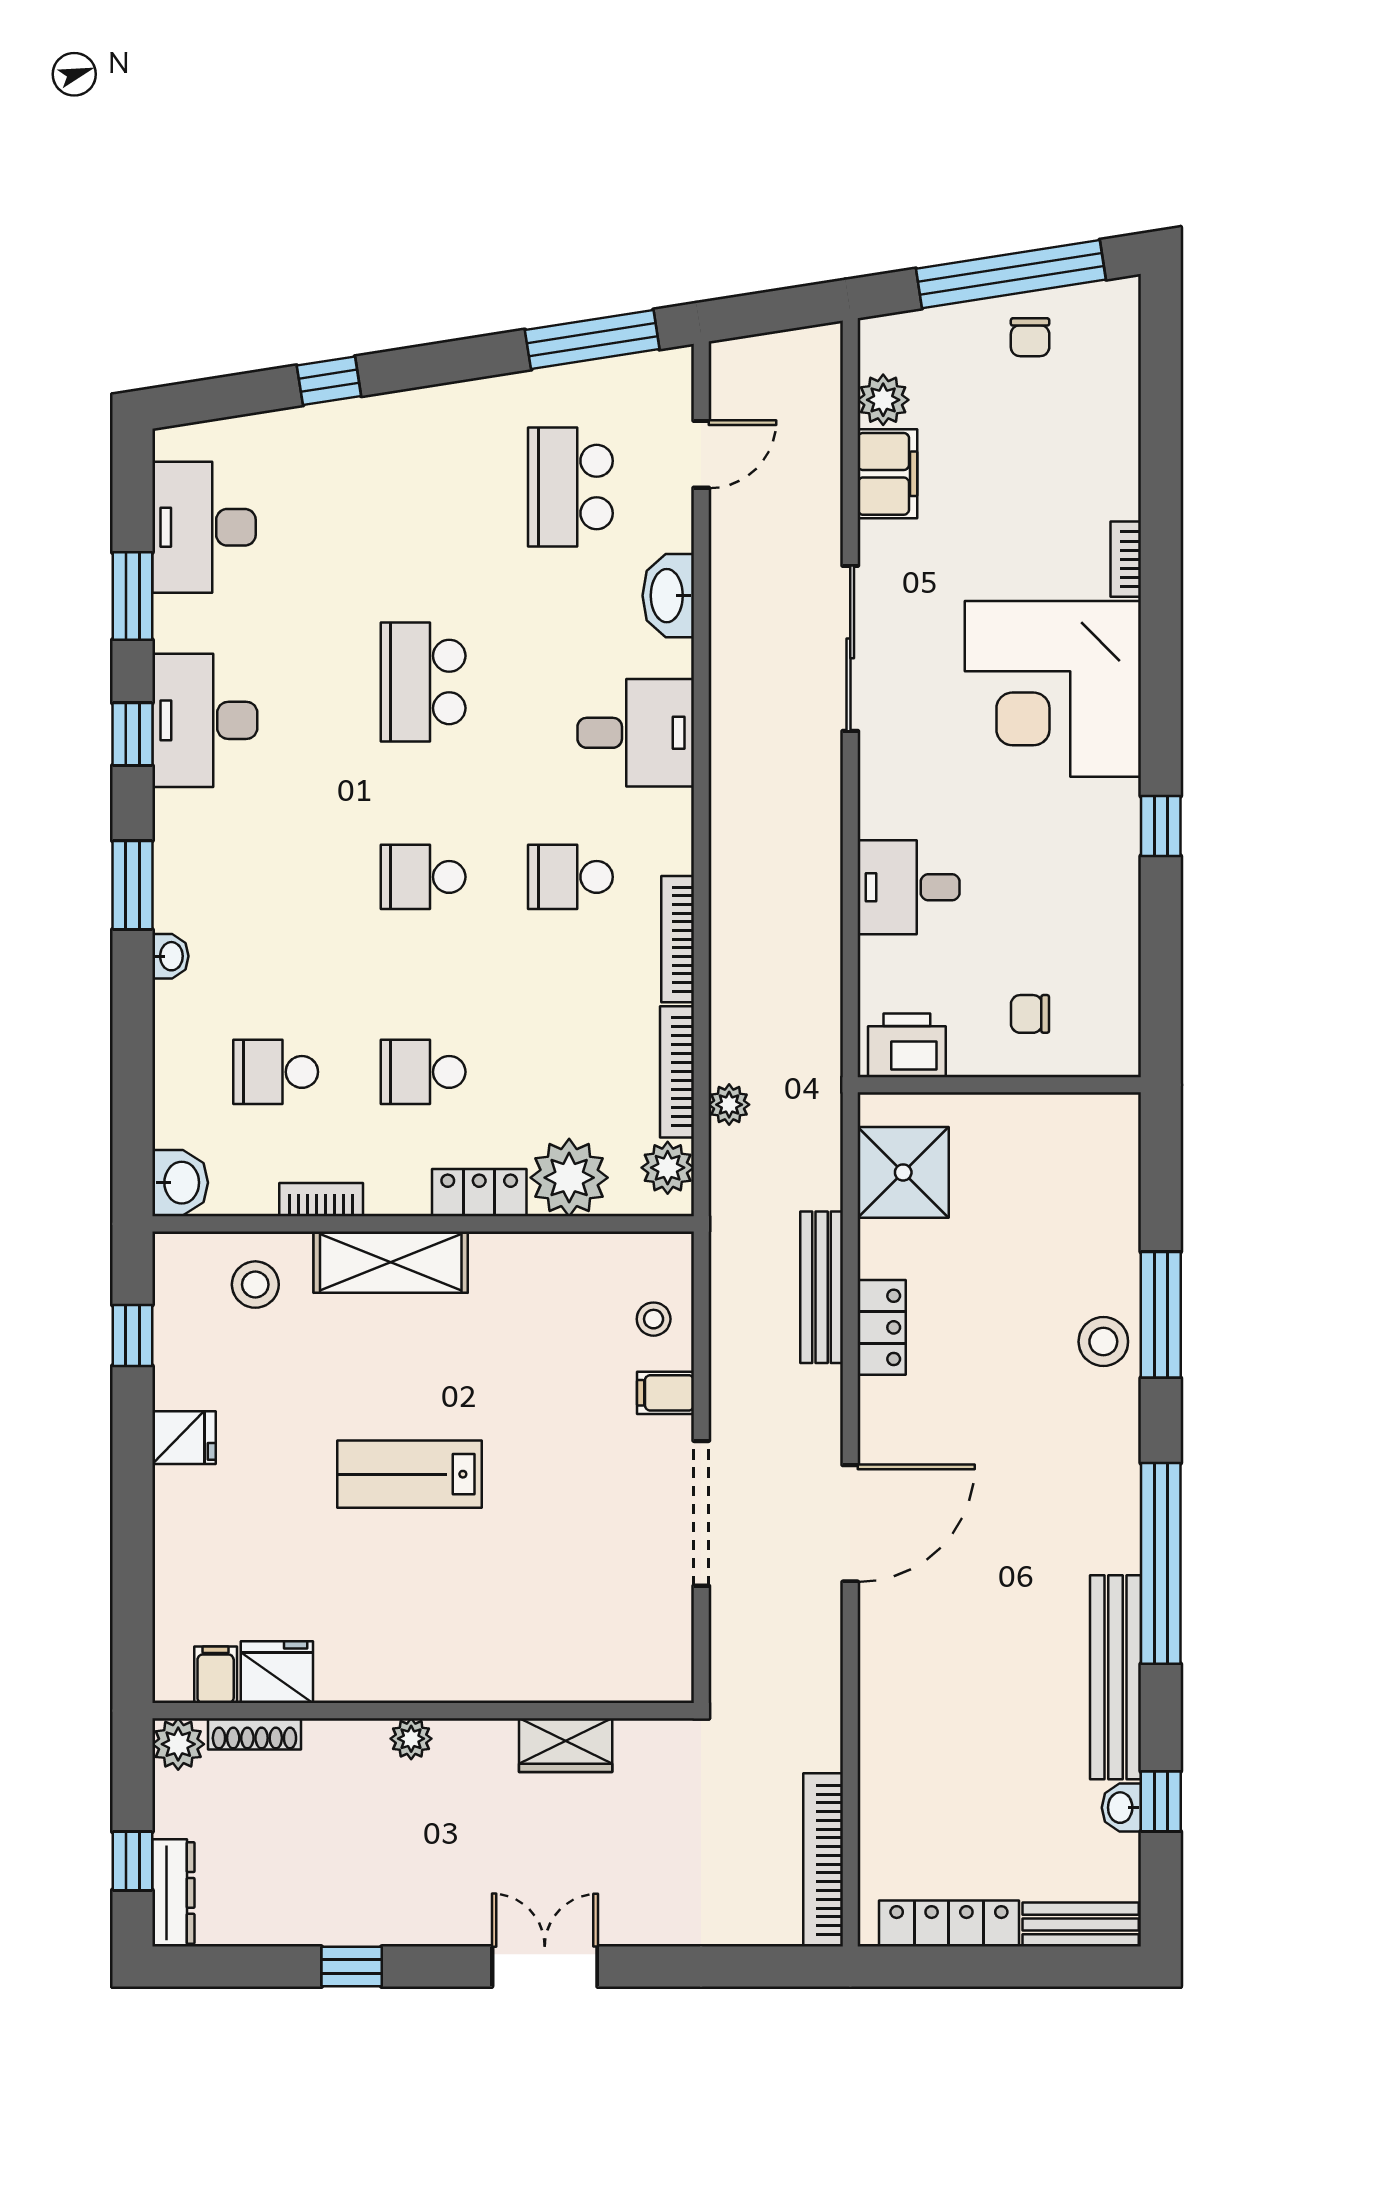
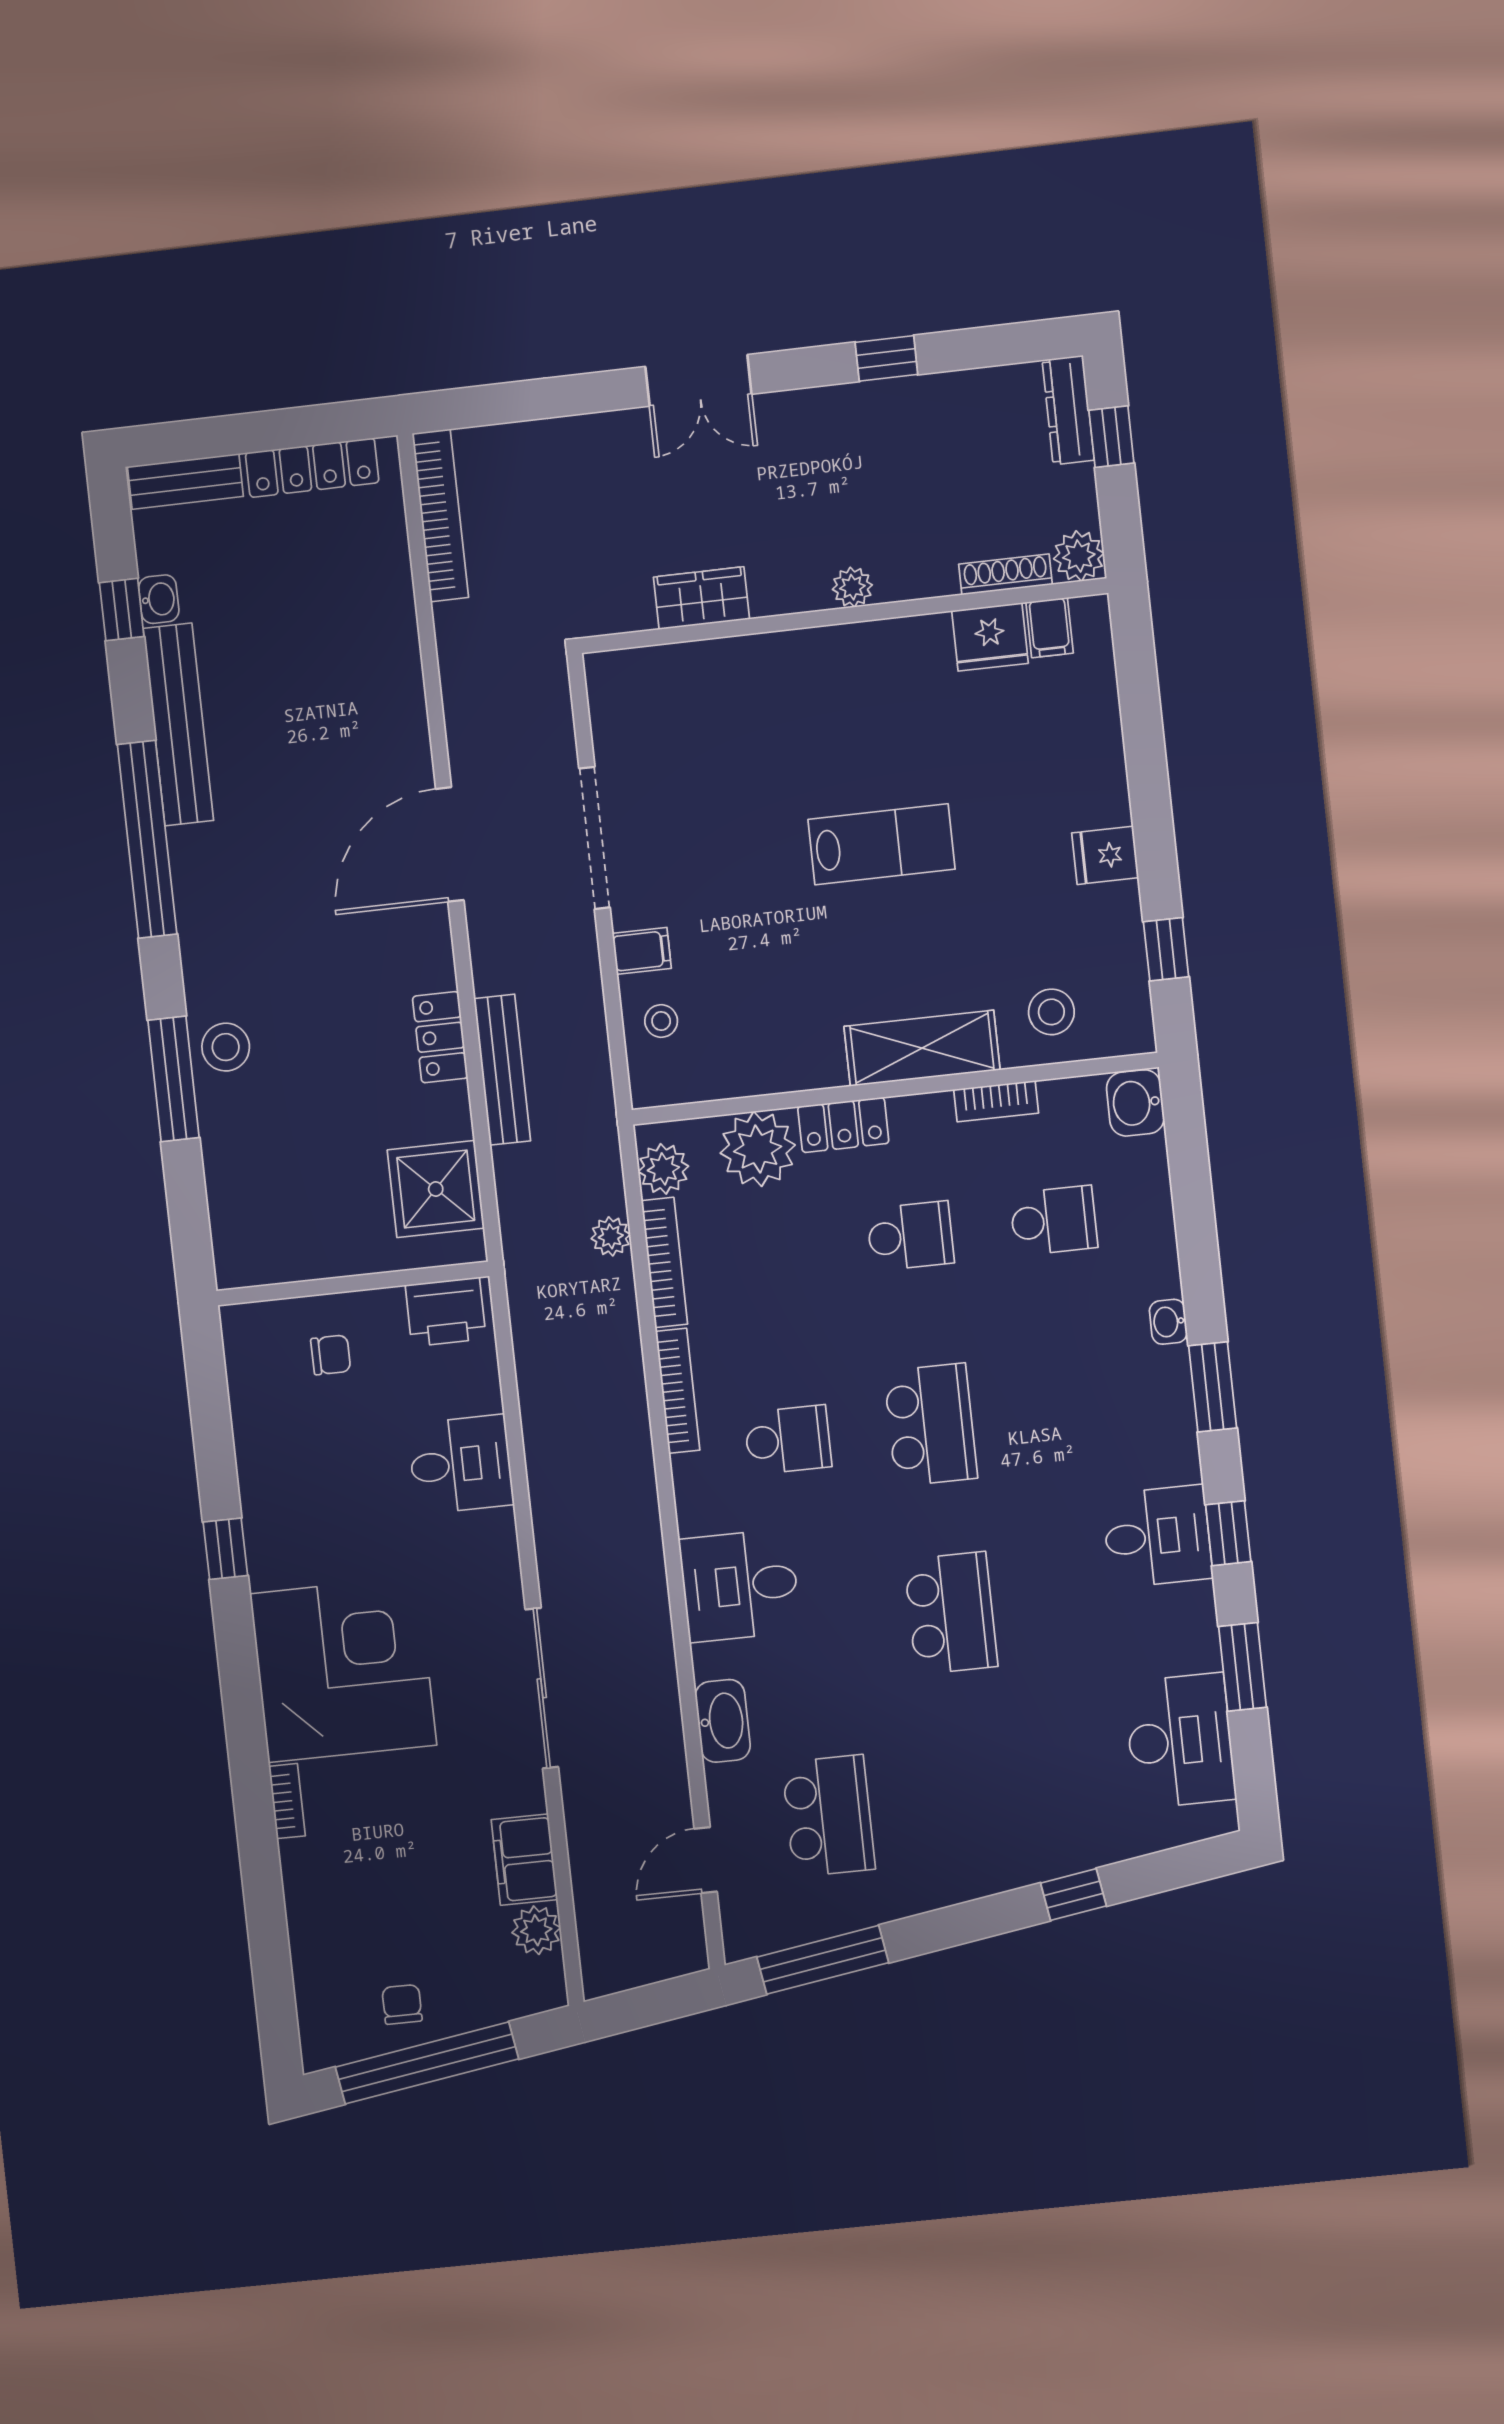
desk: (205, 720) -> (1157, 1536), width x0.73
school desk: (423, 877) -> (931, 1425), width x1.85

